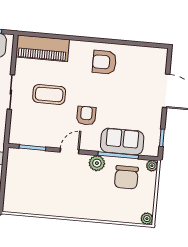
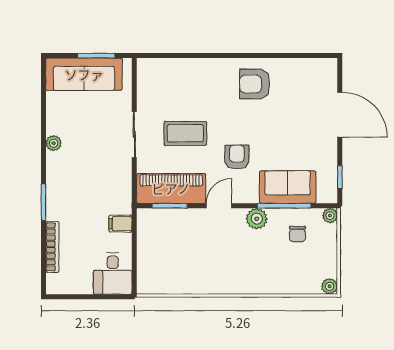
piano: (43, 48) -> (171, 188), moved, turned 180
chair: (126, 177) -> (297, 234), width x0.54, depth x0.54

